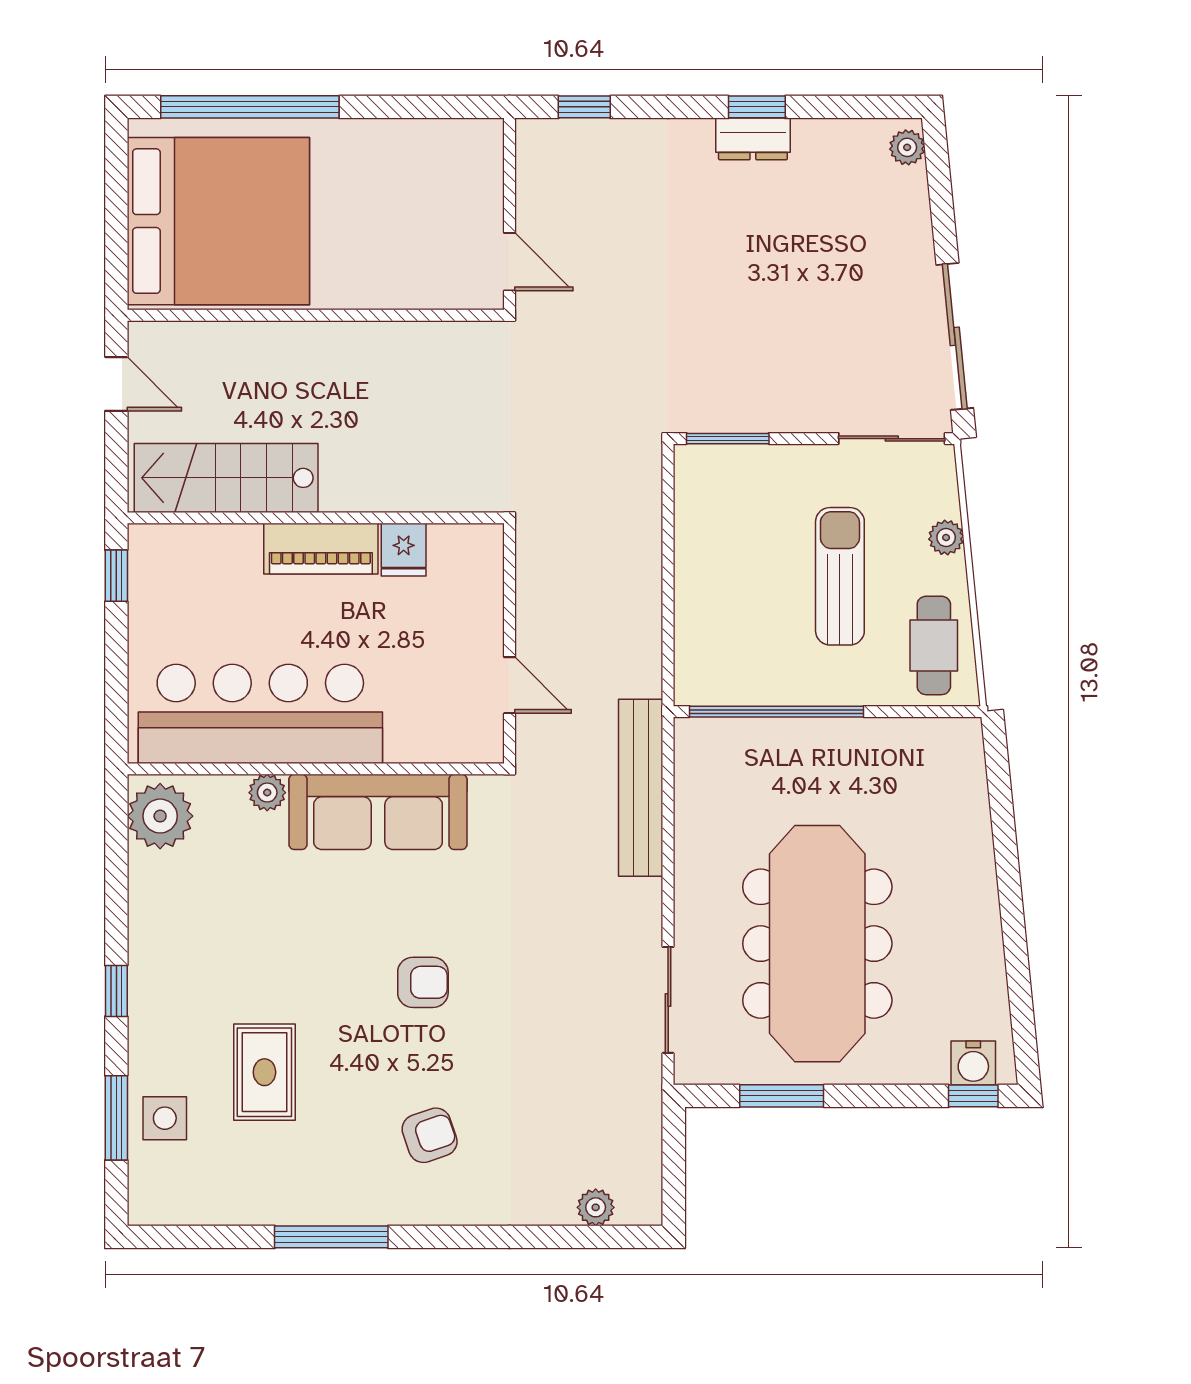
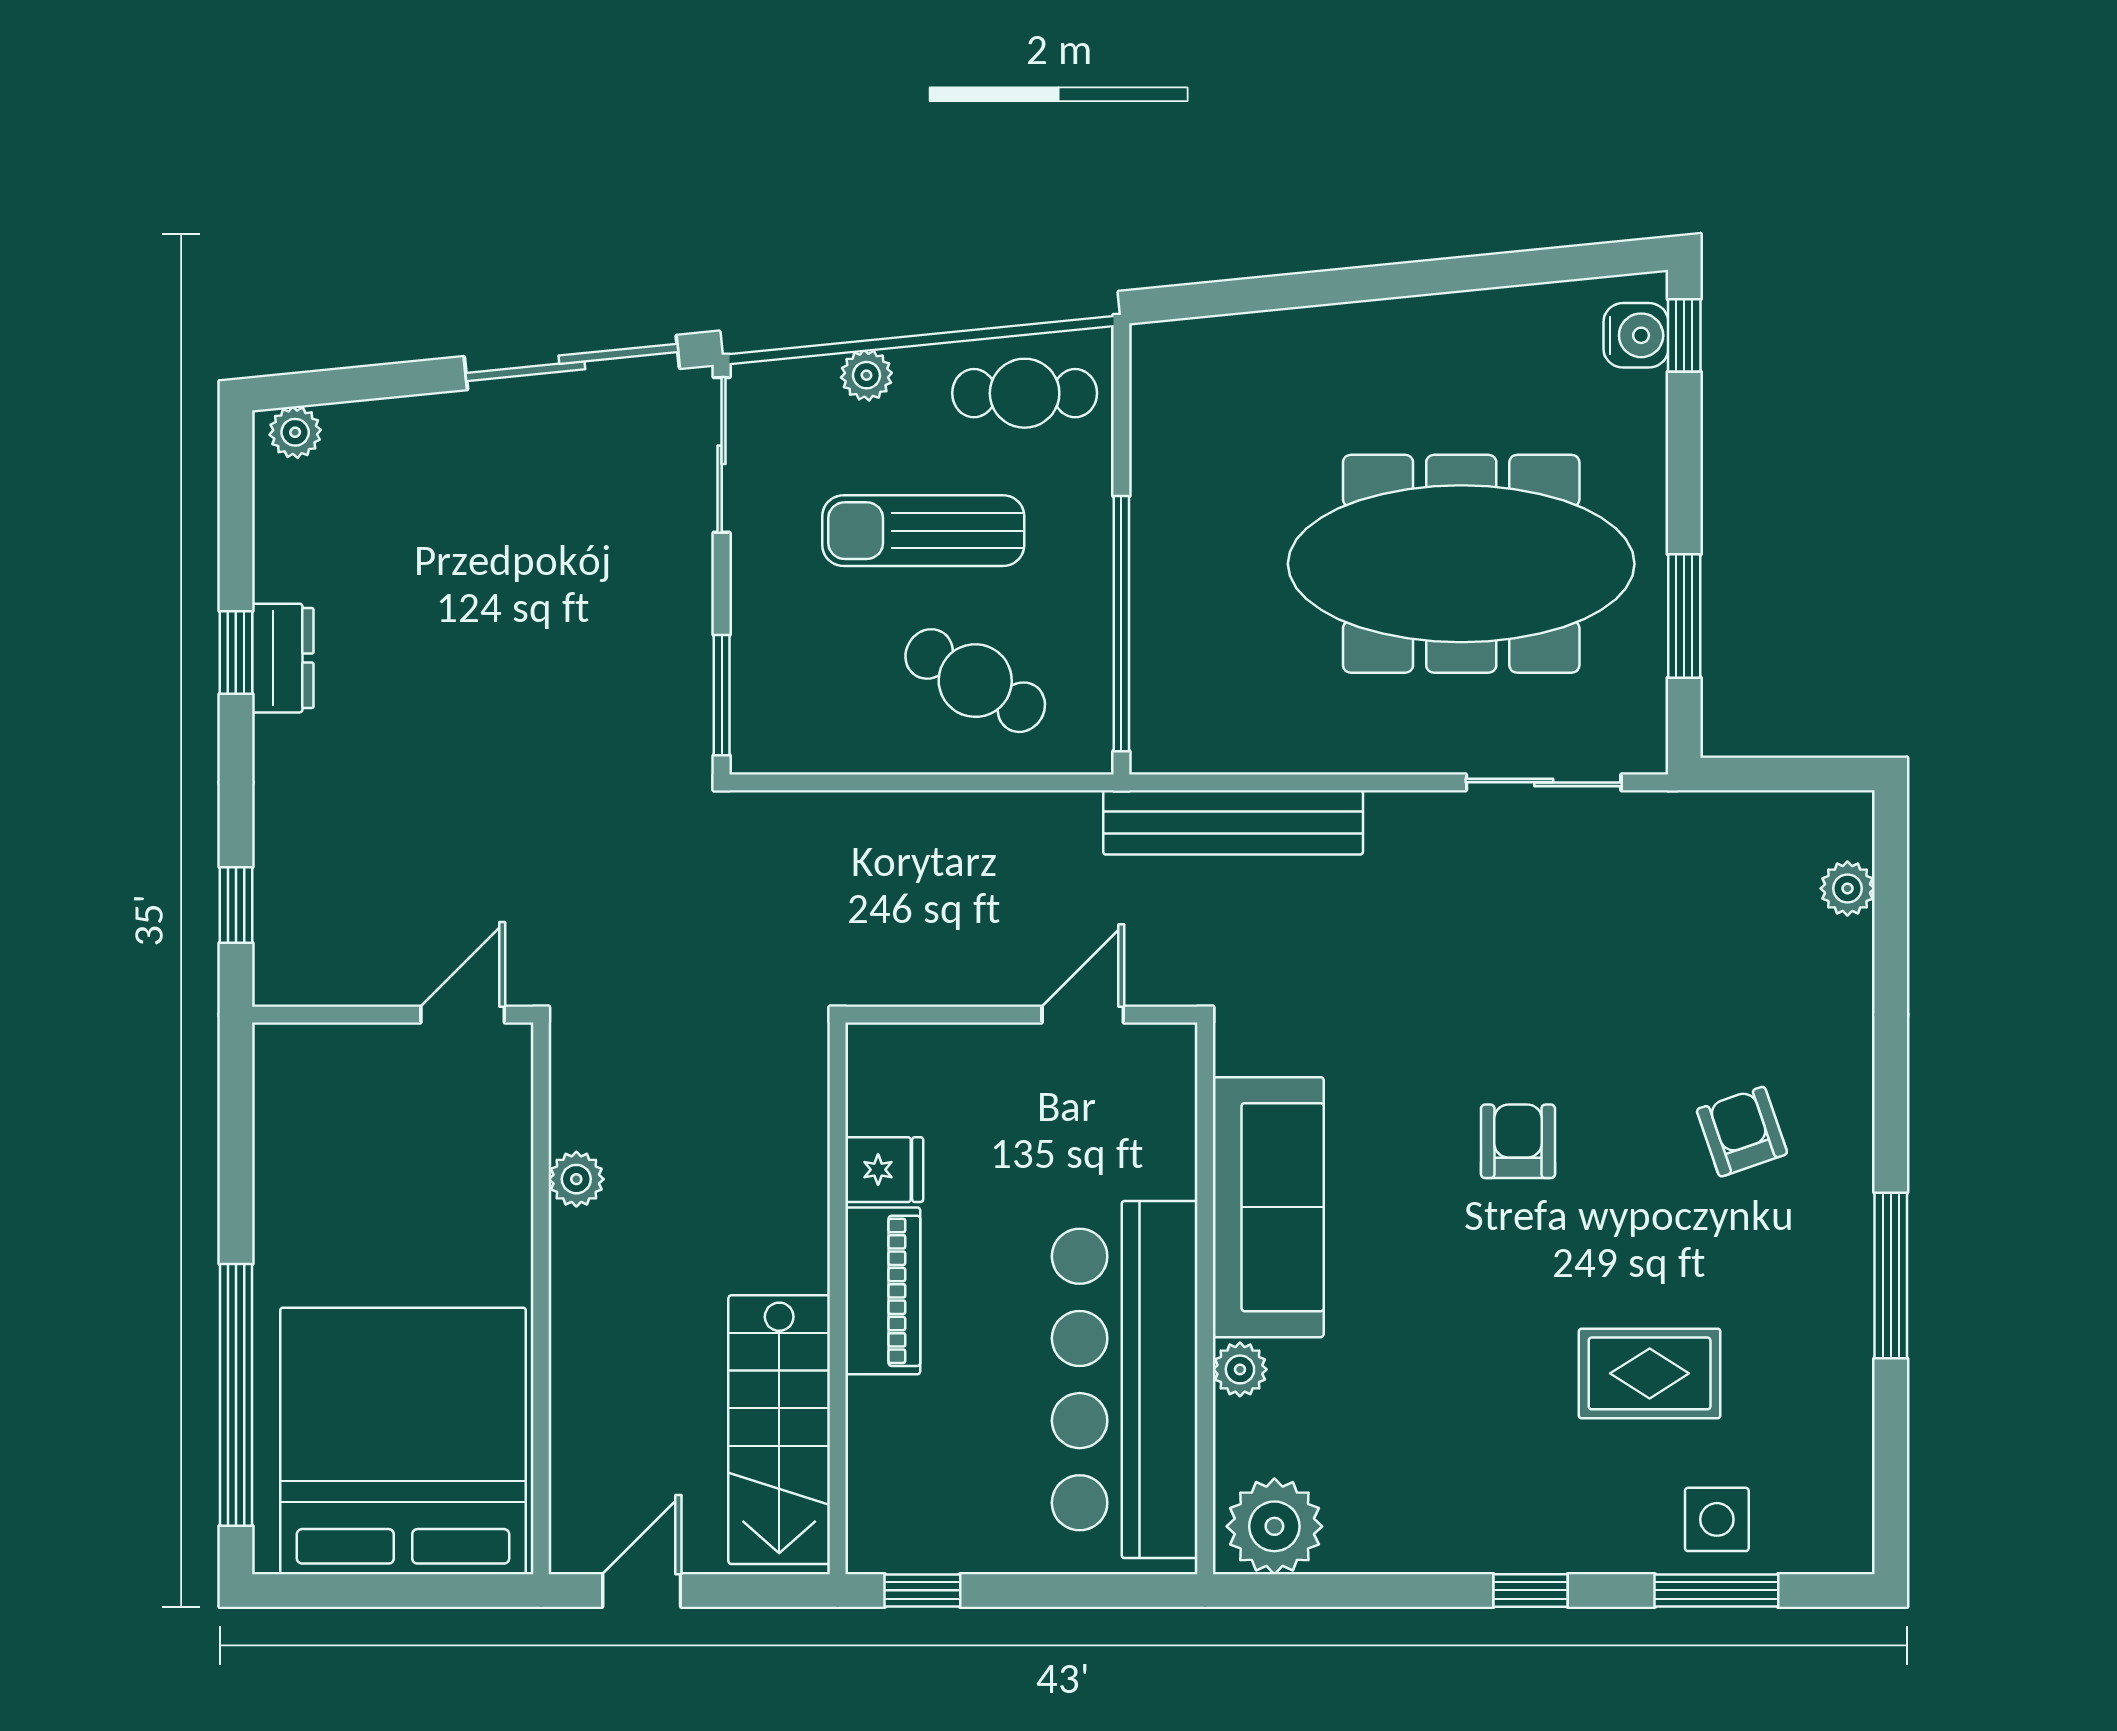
plant: (397, 339) -> (576, 1179), added
cafe table: (738, 612) -> (975, 681), added

